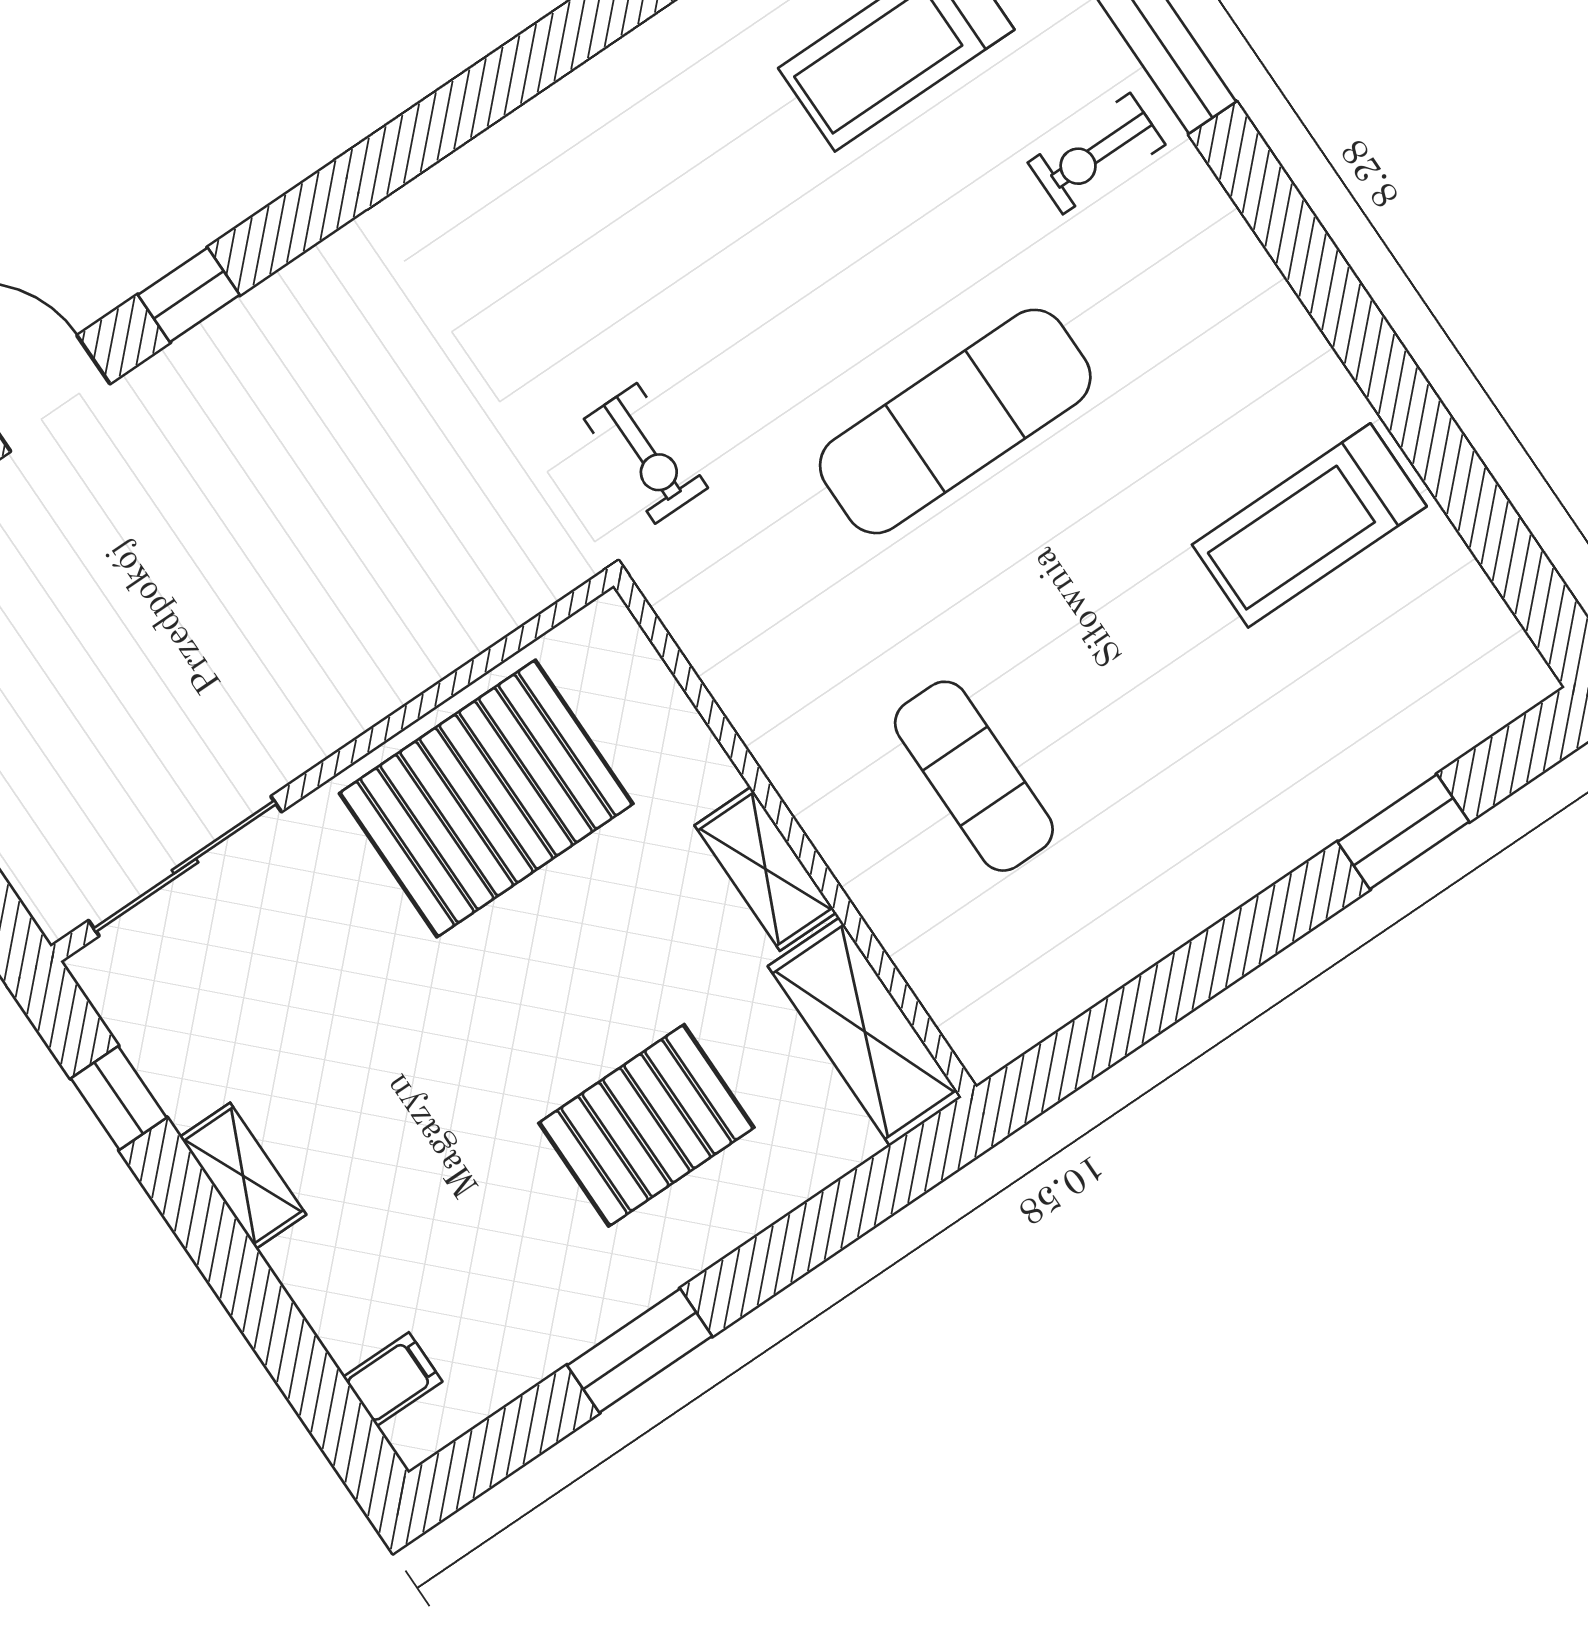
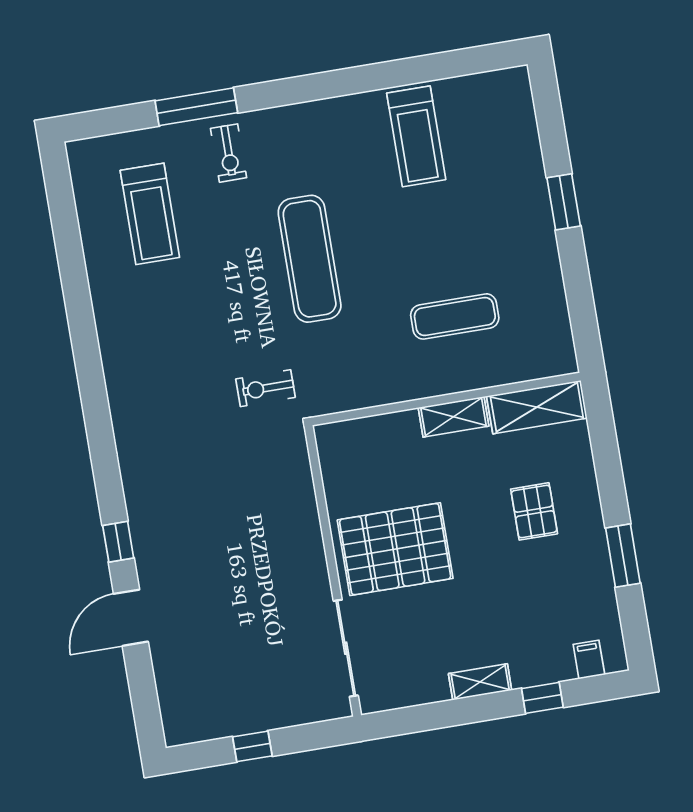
exercise bike: (646, 453) -> (266, 388), turned 180
pallet: (486, 799) -> (395, 549), moved, turned 90
window: (1403, 832) -> (564, 202), moved
window: (119, 1098) -> (542, 698), moved
pallet: (646, 1125) -> (534, 511), width x0.67, depth x0.71

